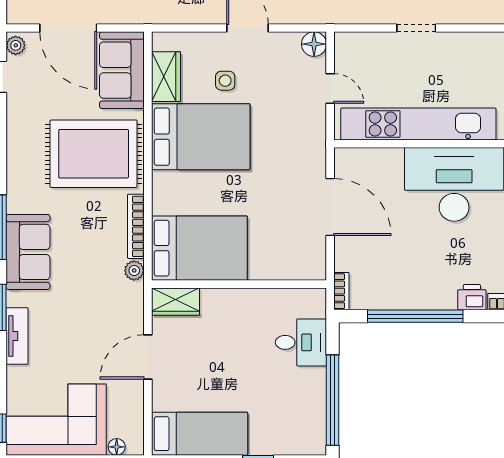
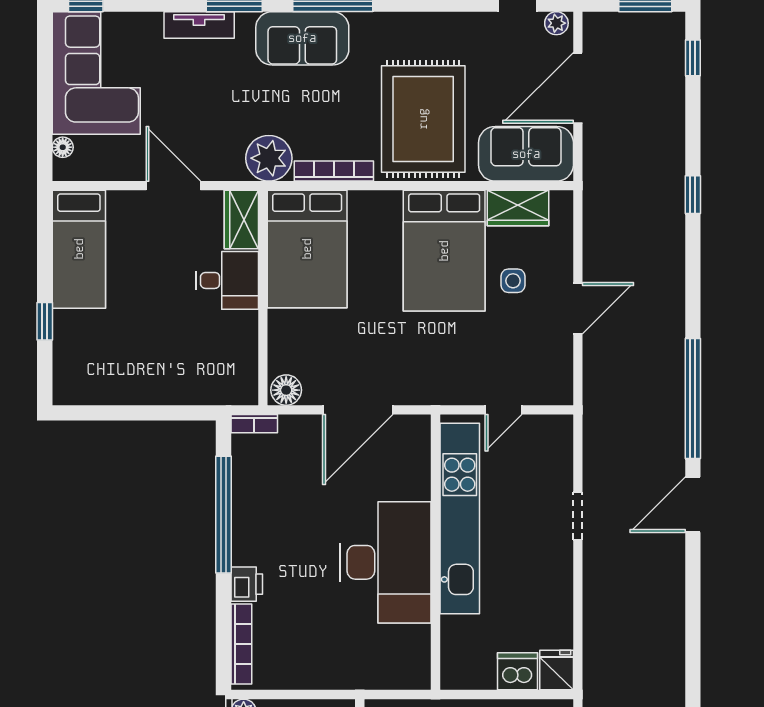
floor lamp: (314, 44) -> (286, 390), moved
plant: (134, 270) -> (269, 158), width x1.87, depth x1.87
desk: (301, 342) -> (227, 280), moved, turned -90
window: (333, 400) -> (120, 413), removed

